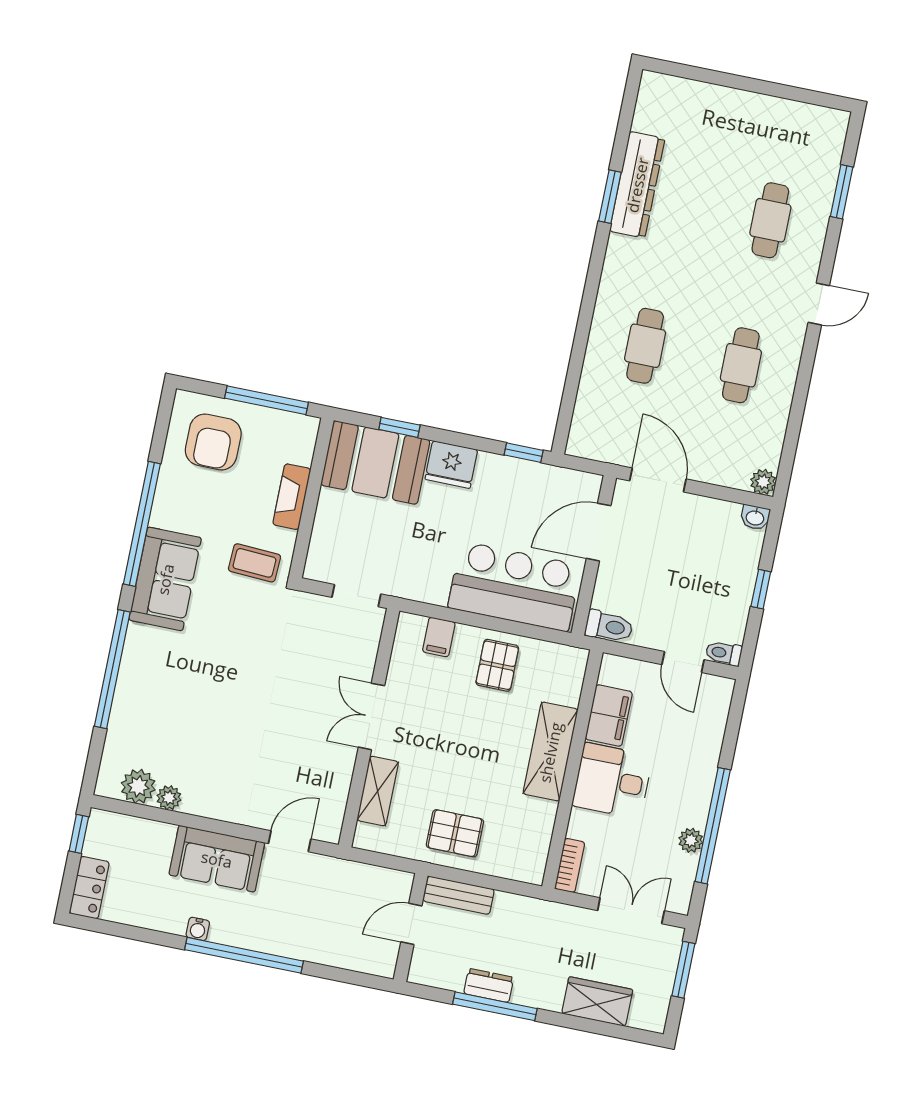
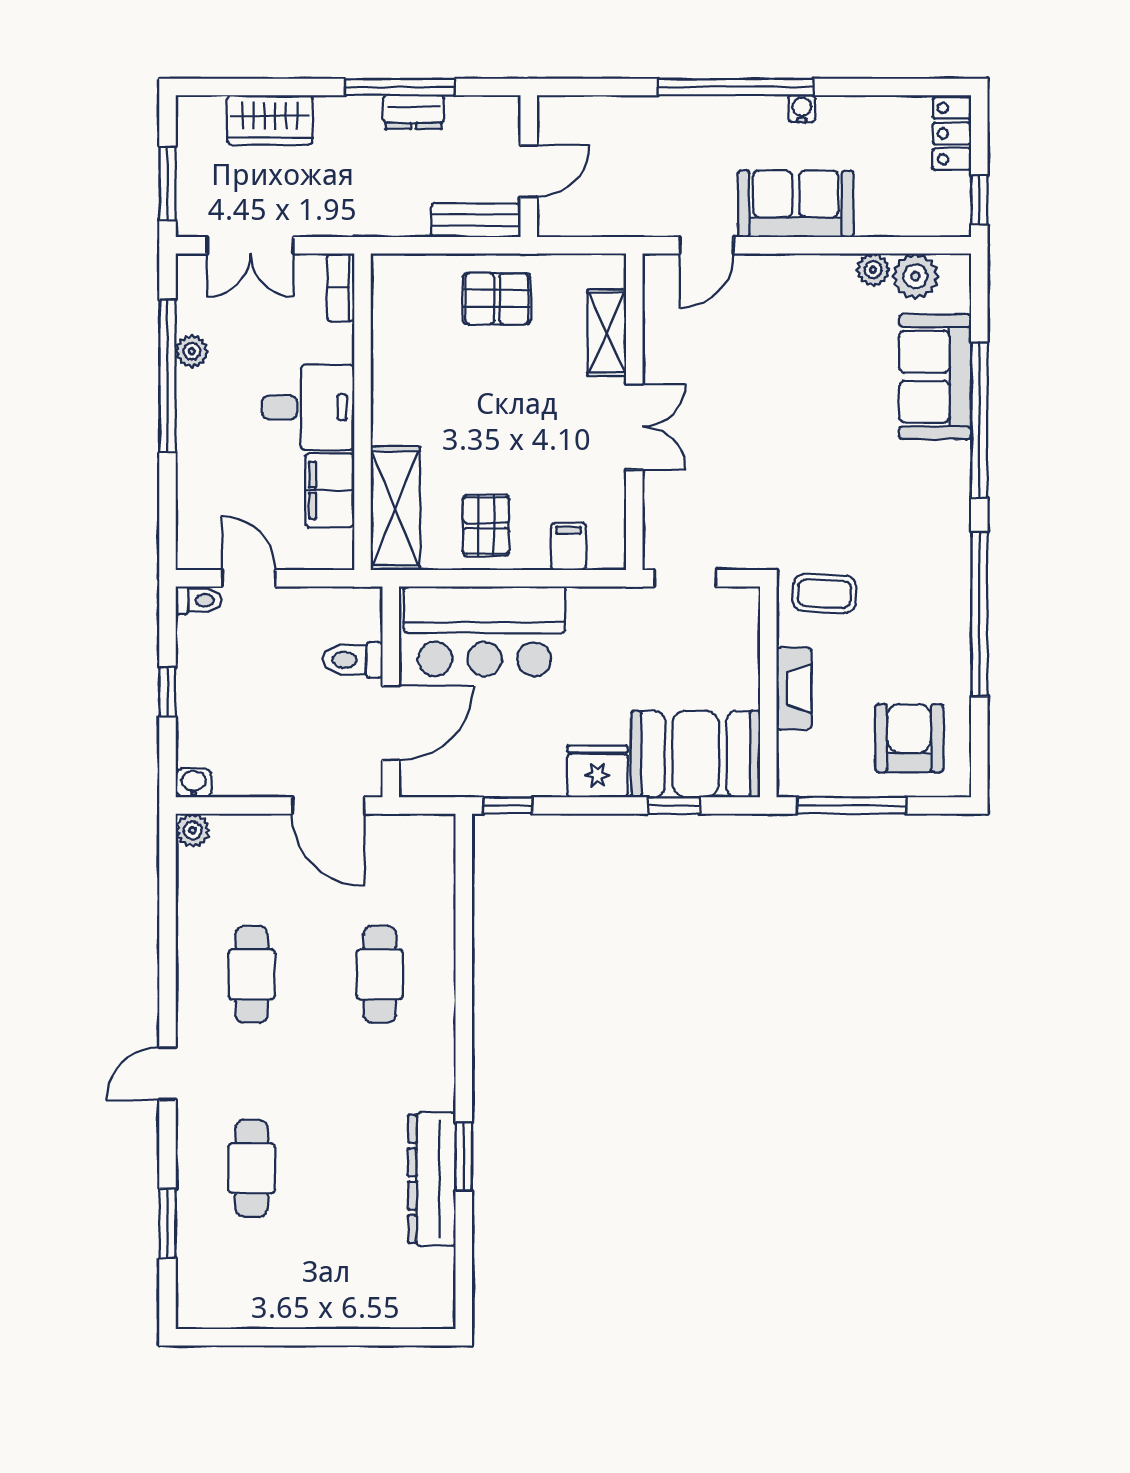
sofa: (165, 579) -> (935, 377), moved
toilet: (609, 626) -> (353, 660), moved
shelving: (550, 752) -> (395, 508), moved

